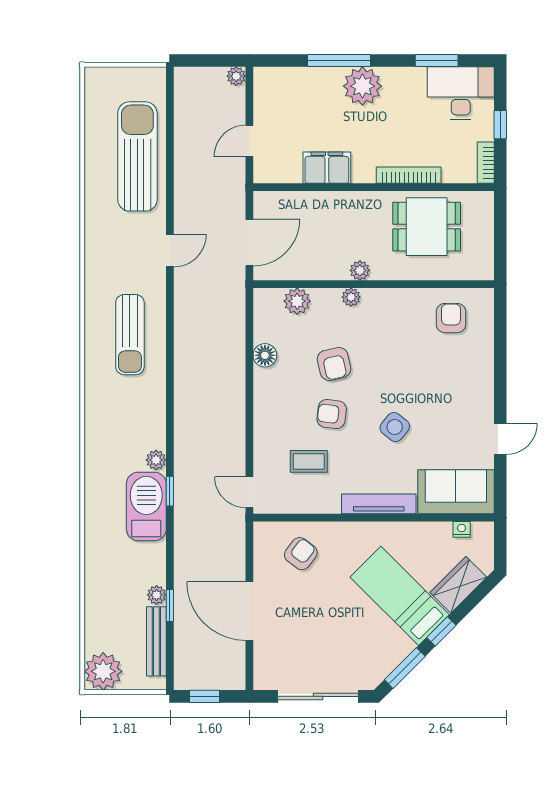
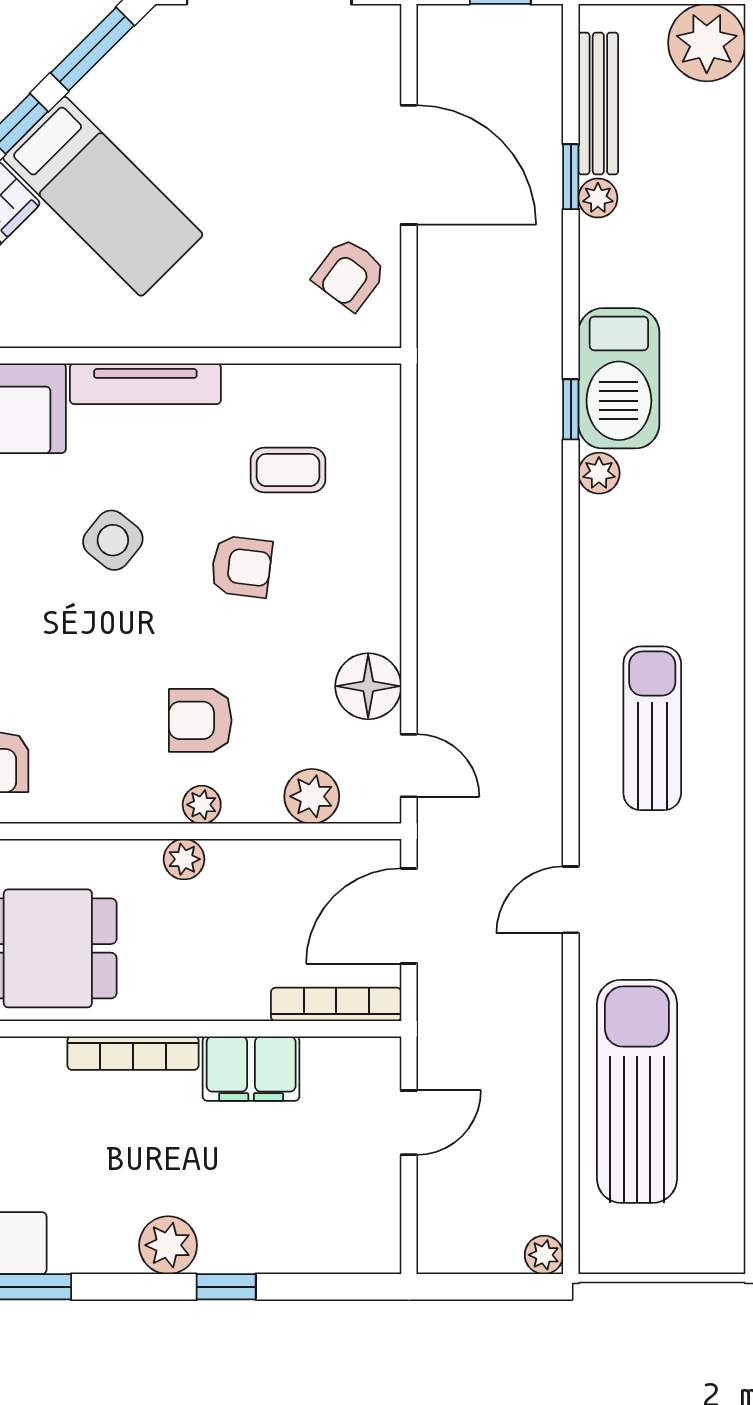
window: (339, 61) -> (226, 1287), width x0.46
plant: (236, 76) -> (544, 1255), moved
plant: (362, 86) -> (168, 1245), width x0.73, depth x0.73
sun lounger: (137, 156) -> (637, 1091), turned 180
bookcase: (409, 175) -> (133, 1053), moved
bookcase: (285, 199) -> (336, 1004), added
floor lamp: (265, 355) -> (368, 686), width x1.38, depth x1.38
armchair: (334, 364) -> (200, 720), moved, turned -77
door: (249, 492) -> (409, 766), moved
armchair: (301, 554) -> (349, 274), moved

